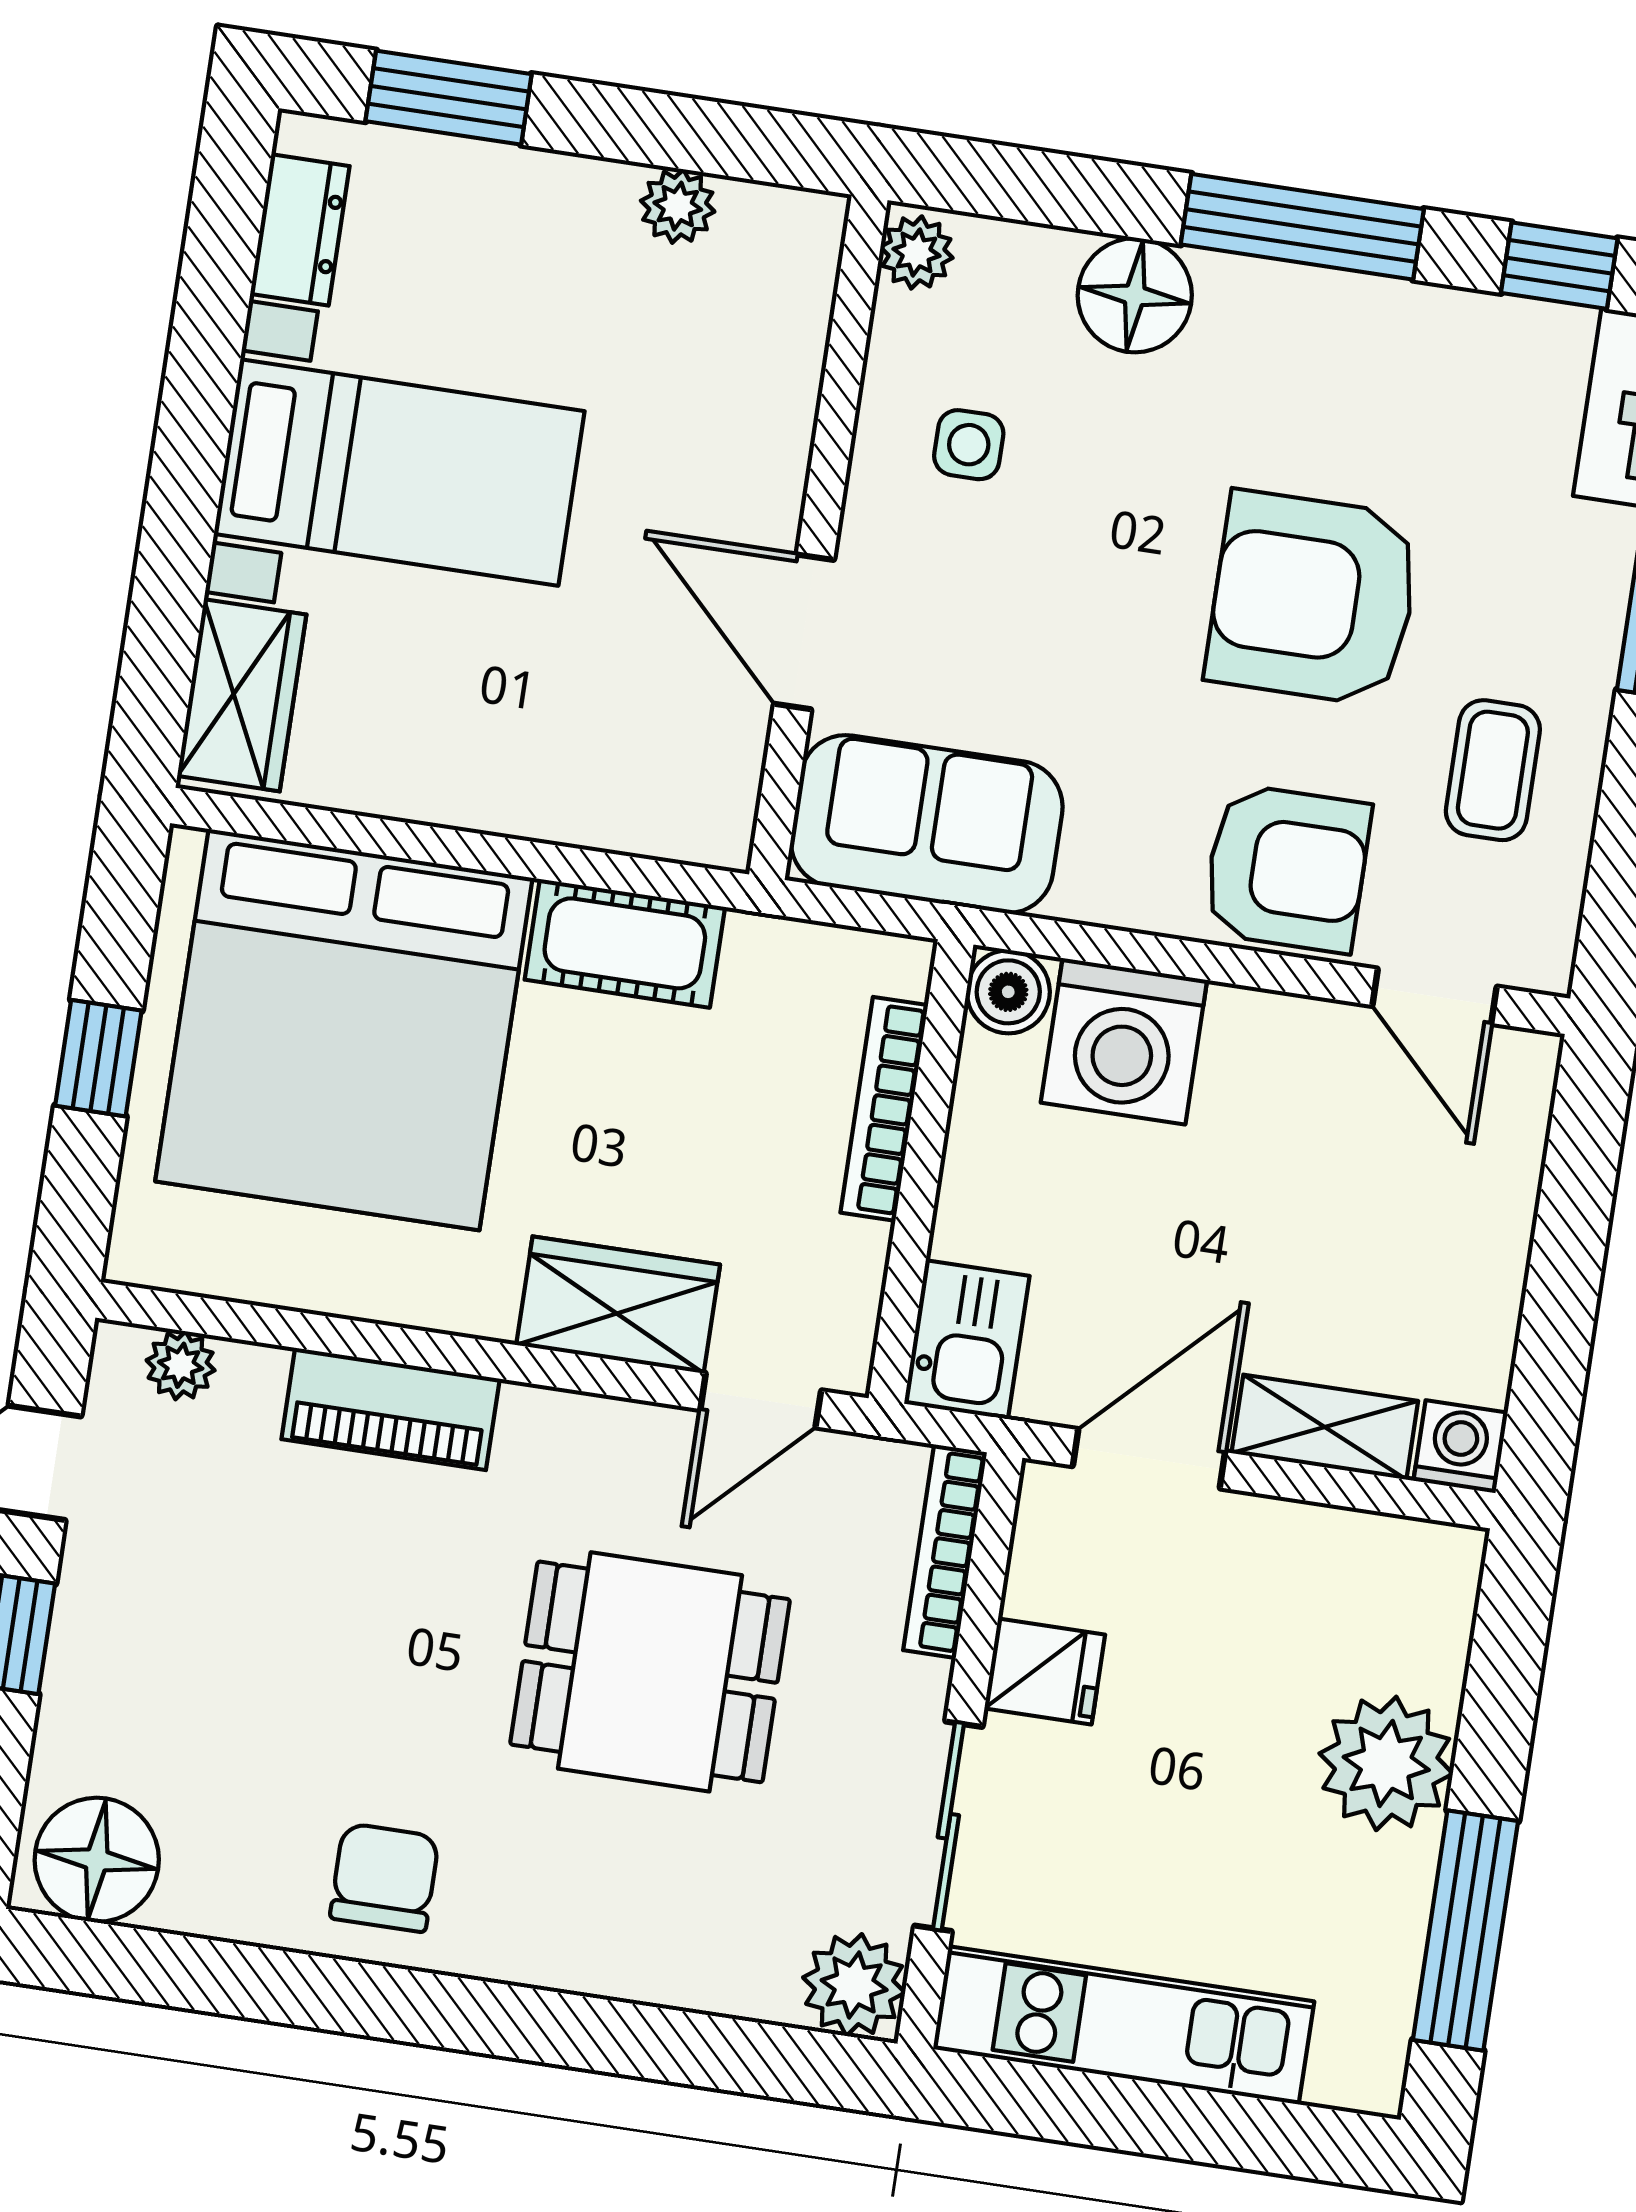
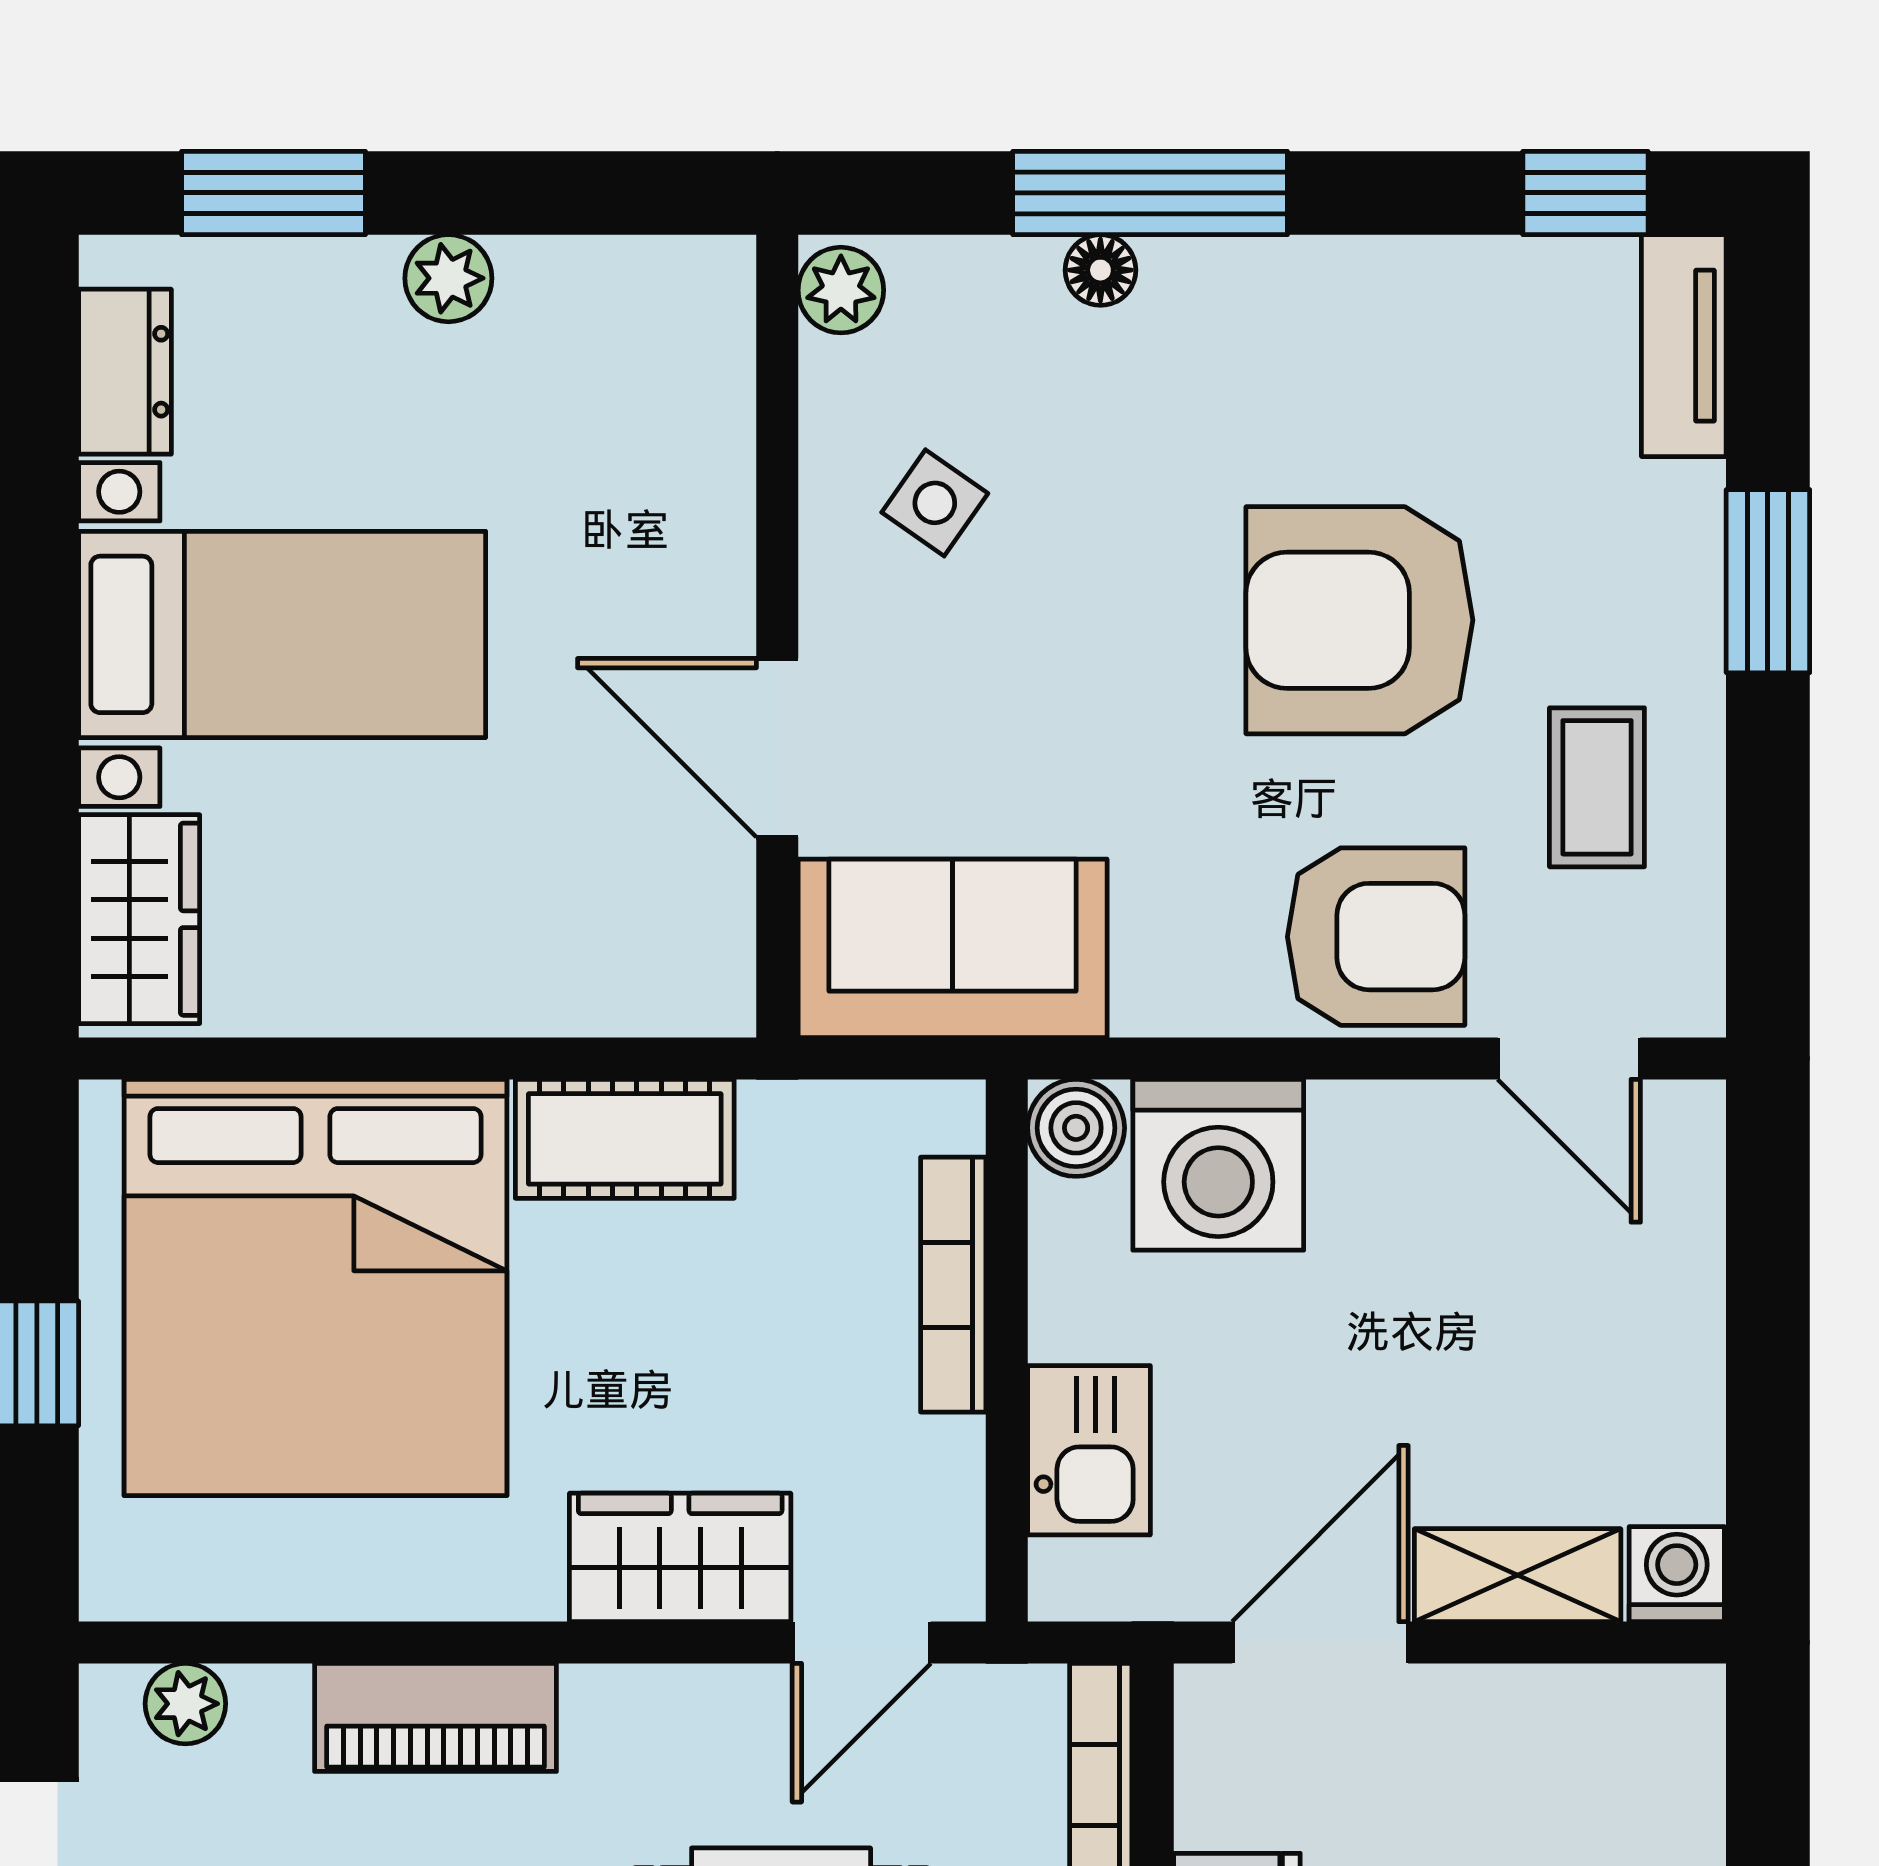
plant: (678, 206) -> (448, 278), moved
window: (1302, 227) -> (1150, 193), moved
floor lamp: (1135, 295) -> (1100, 270), width x0.53, depth x0.53
side table: (969, 445) -> (935, 503), turned 35
kitchen sink: (967, 1340) -> (1089, 1450), moved

